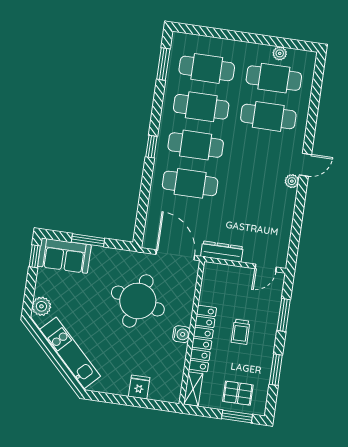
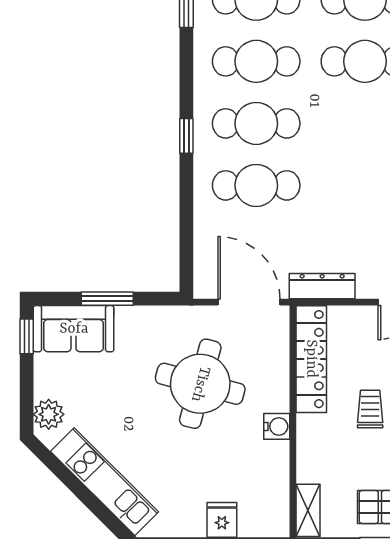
trolley: (241, 332) -> (370, 409), turned 180
locker: (203, 338) -> (311, 359), moved

